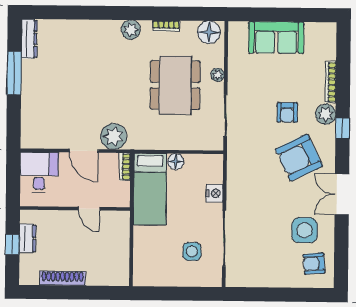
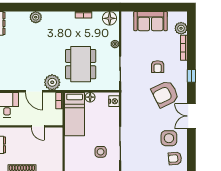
plant: (131, 30) -> (36, 17), moved
dining table: (175, 85) -> (81, 64), moved
plant: (326, 114) -> (181, 28), moved
nightstand: (215, 193) -> (114, 101), moved

